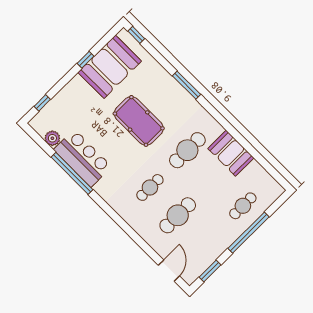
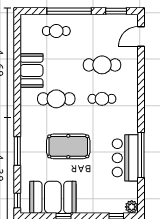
window: (186, 85) -> (17, 151), moved
pool table: (139, 121) -> (68, 146), turned 90
plant: (52, 138) -> (132, 207), moved

